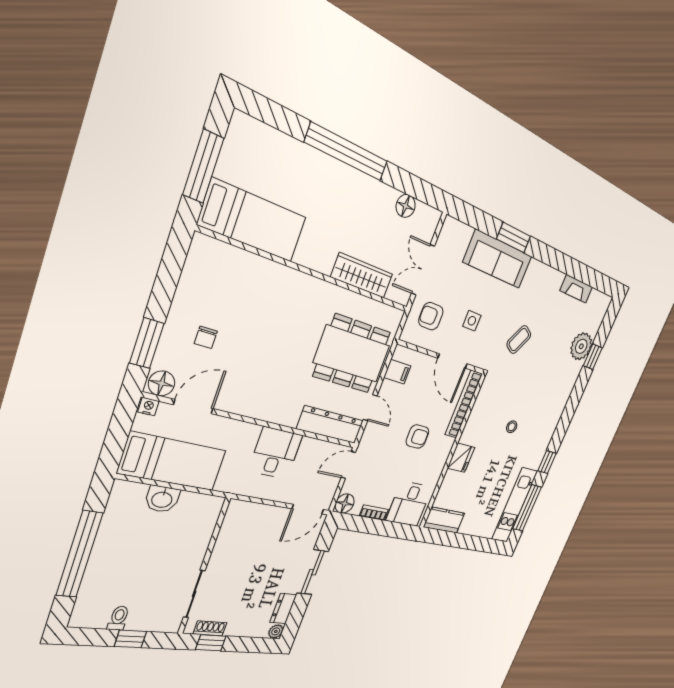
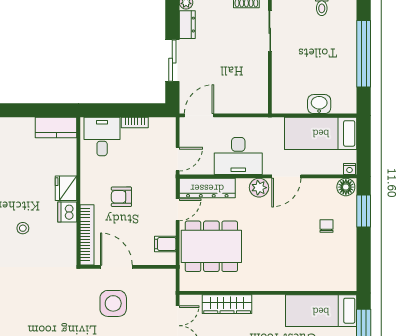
armchair: (431, 316) -> (154, 295), removed
side table: (472, 321) -> (113, 303), width x1.87, depth x1.87
coffee table: (519, 340) -> (56, 304), removed
door: (193, 407) -> (286, 176), moved
door: (370, 408) -> (178, 210), swing flipped
plant: (273, 411) -> (259, 188), added
dishwasher: (470, 433) -> (67, 212), added
desk: (275, 453) -> (238, 156), width x1.37
floor lamp: (345, 503) -> (167, 126), removed

